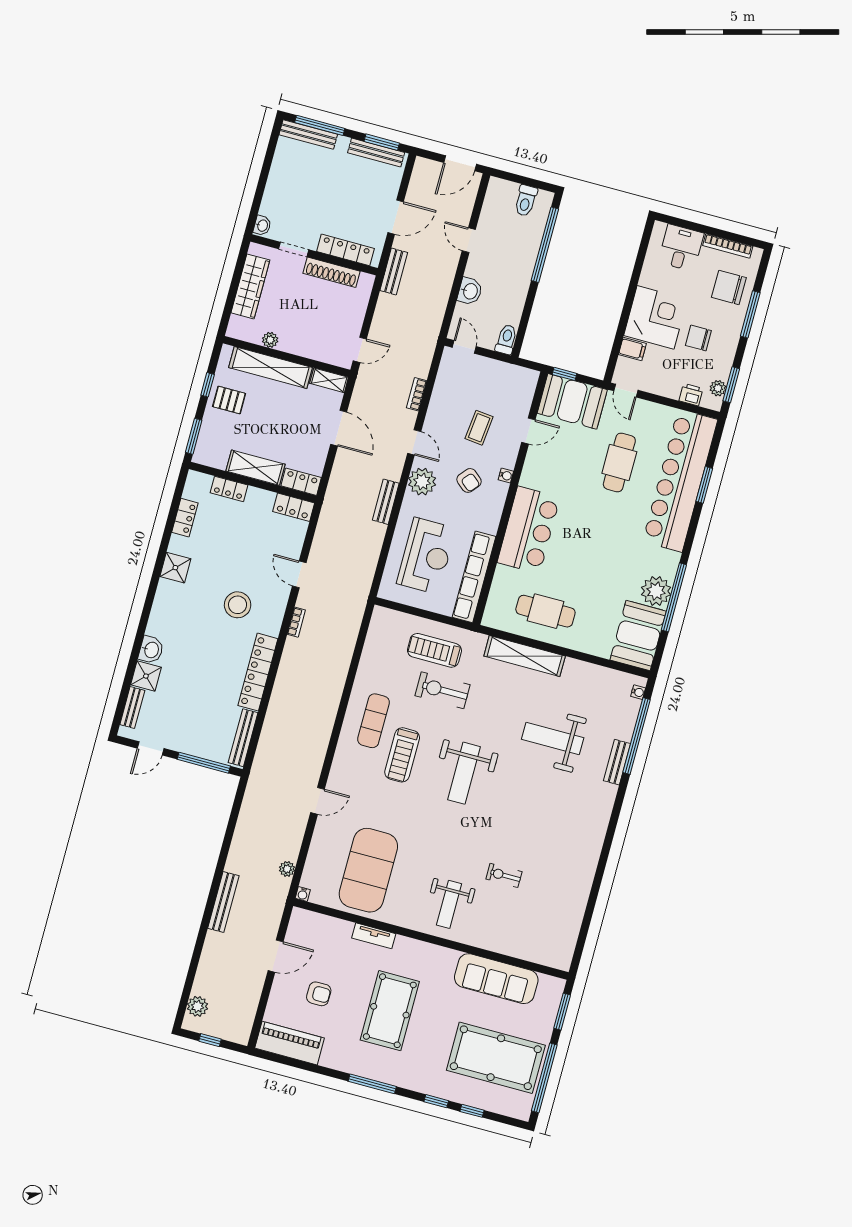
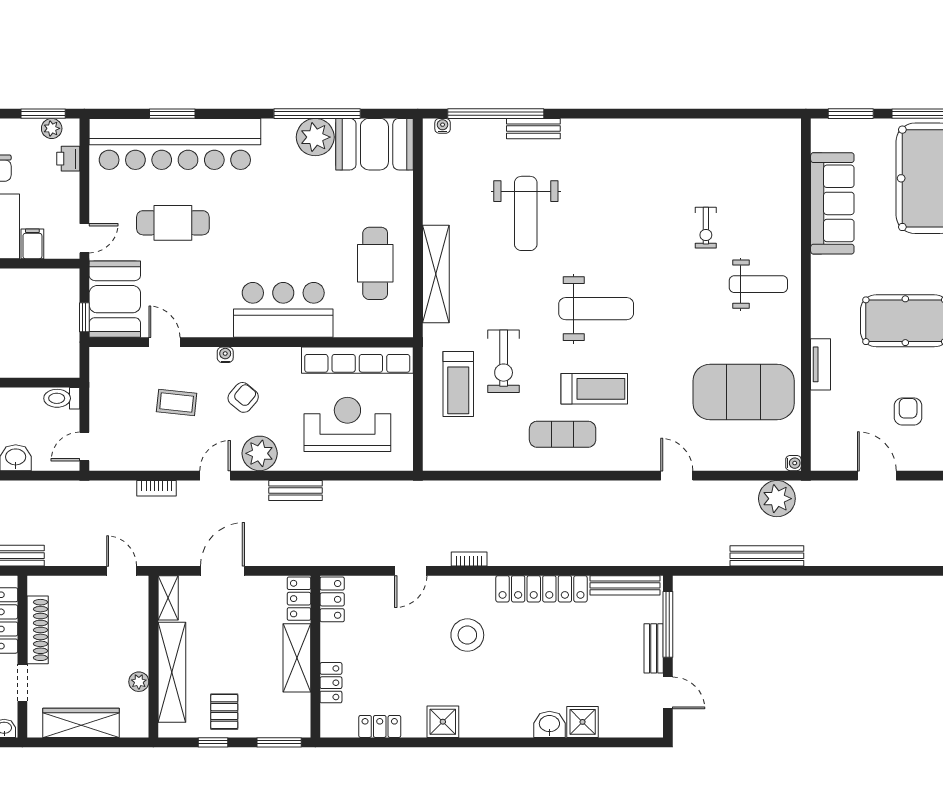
bench: (132, 707) -> (654, 648), moved, turned 90
plant: (287, 869) -> (777, 499), width x1.88, depth x1.88
bench: (223, 902) -> (767, 556), moved

